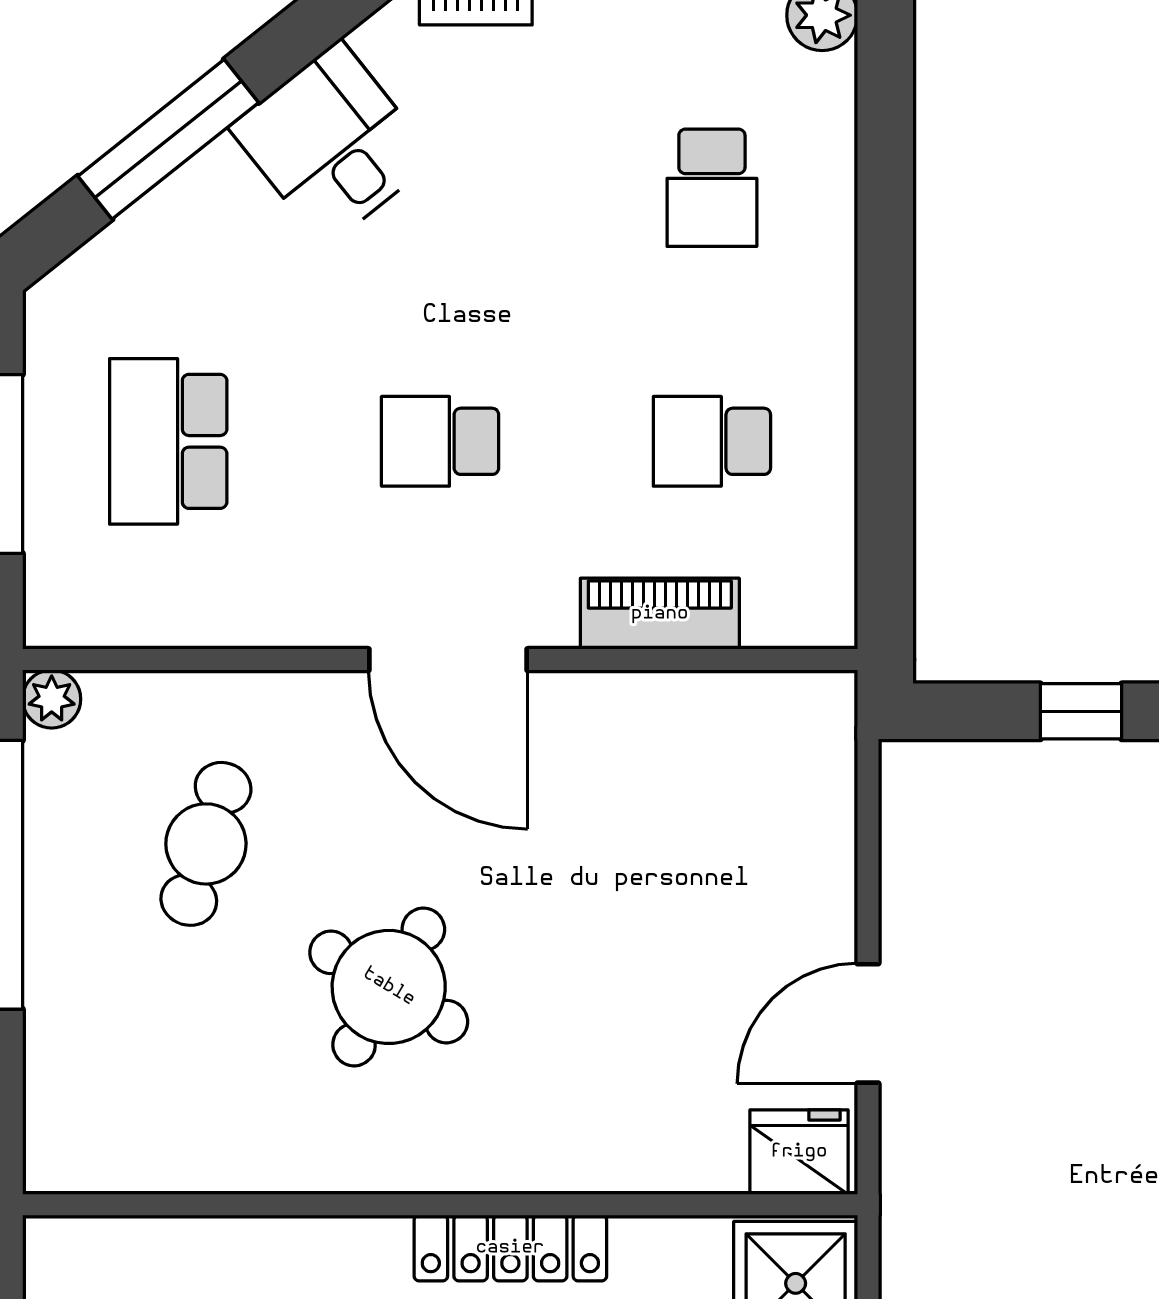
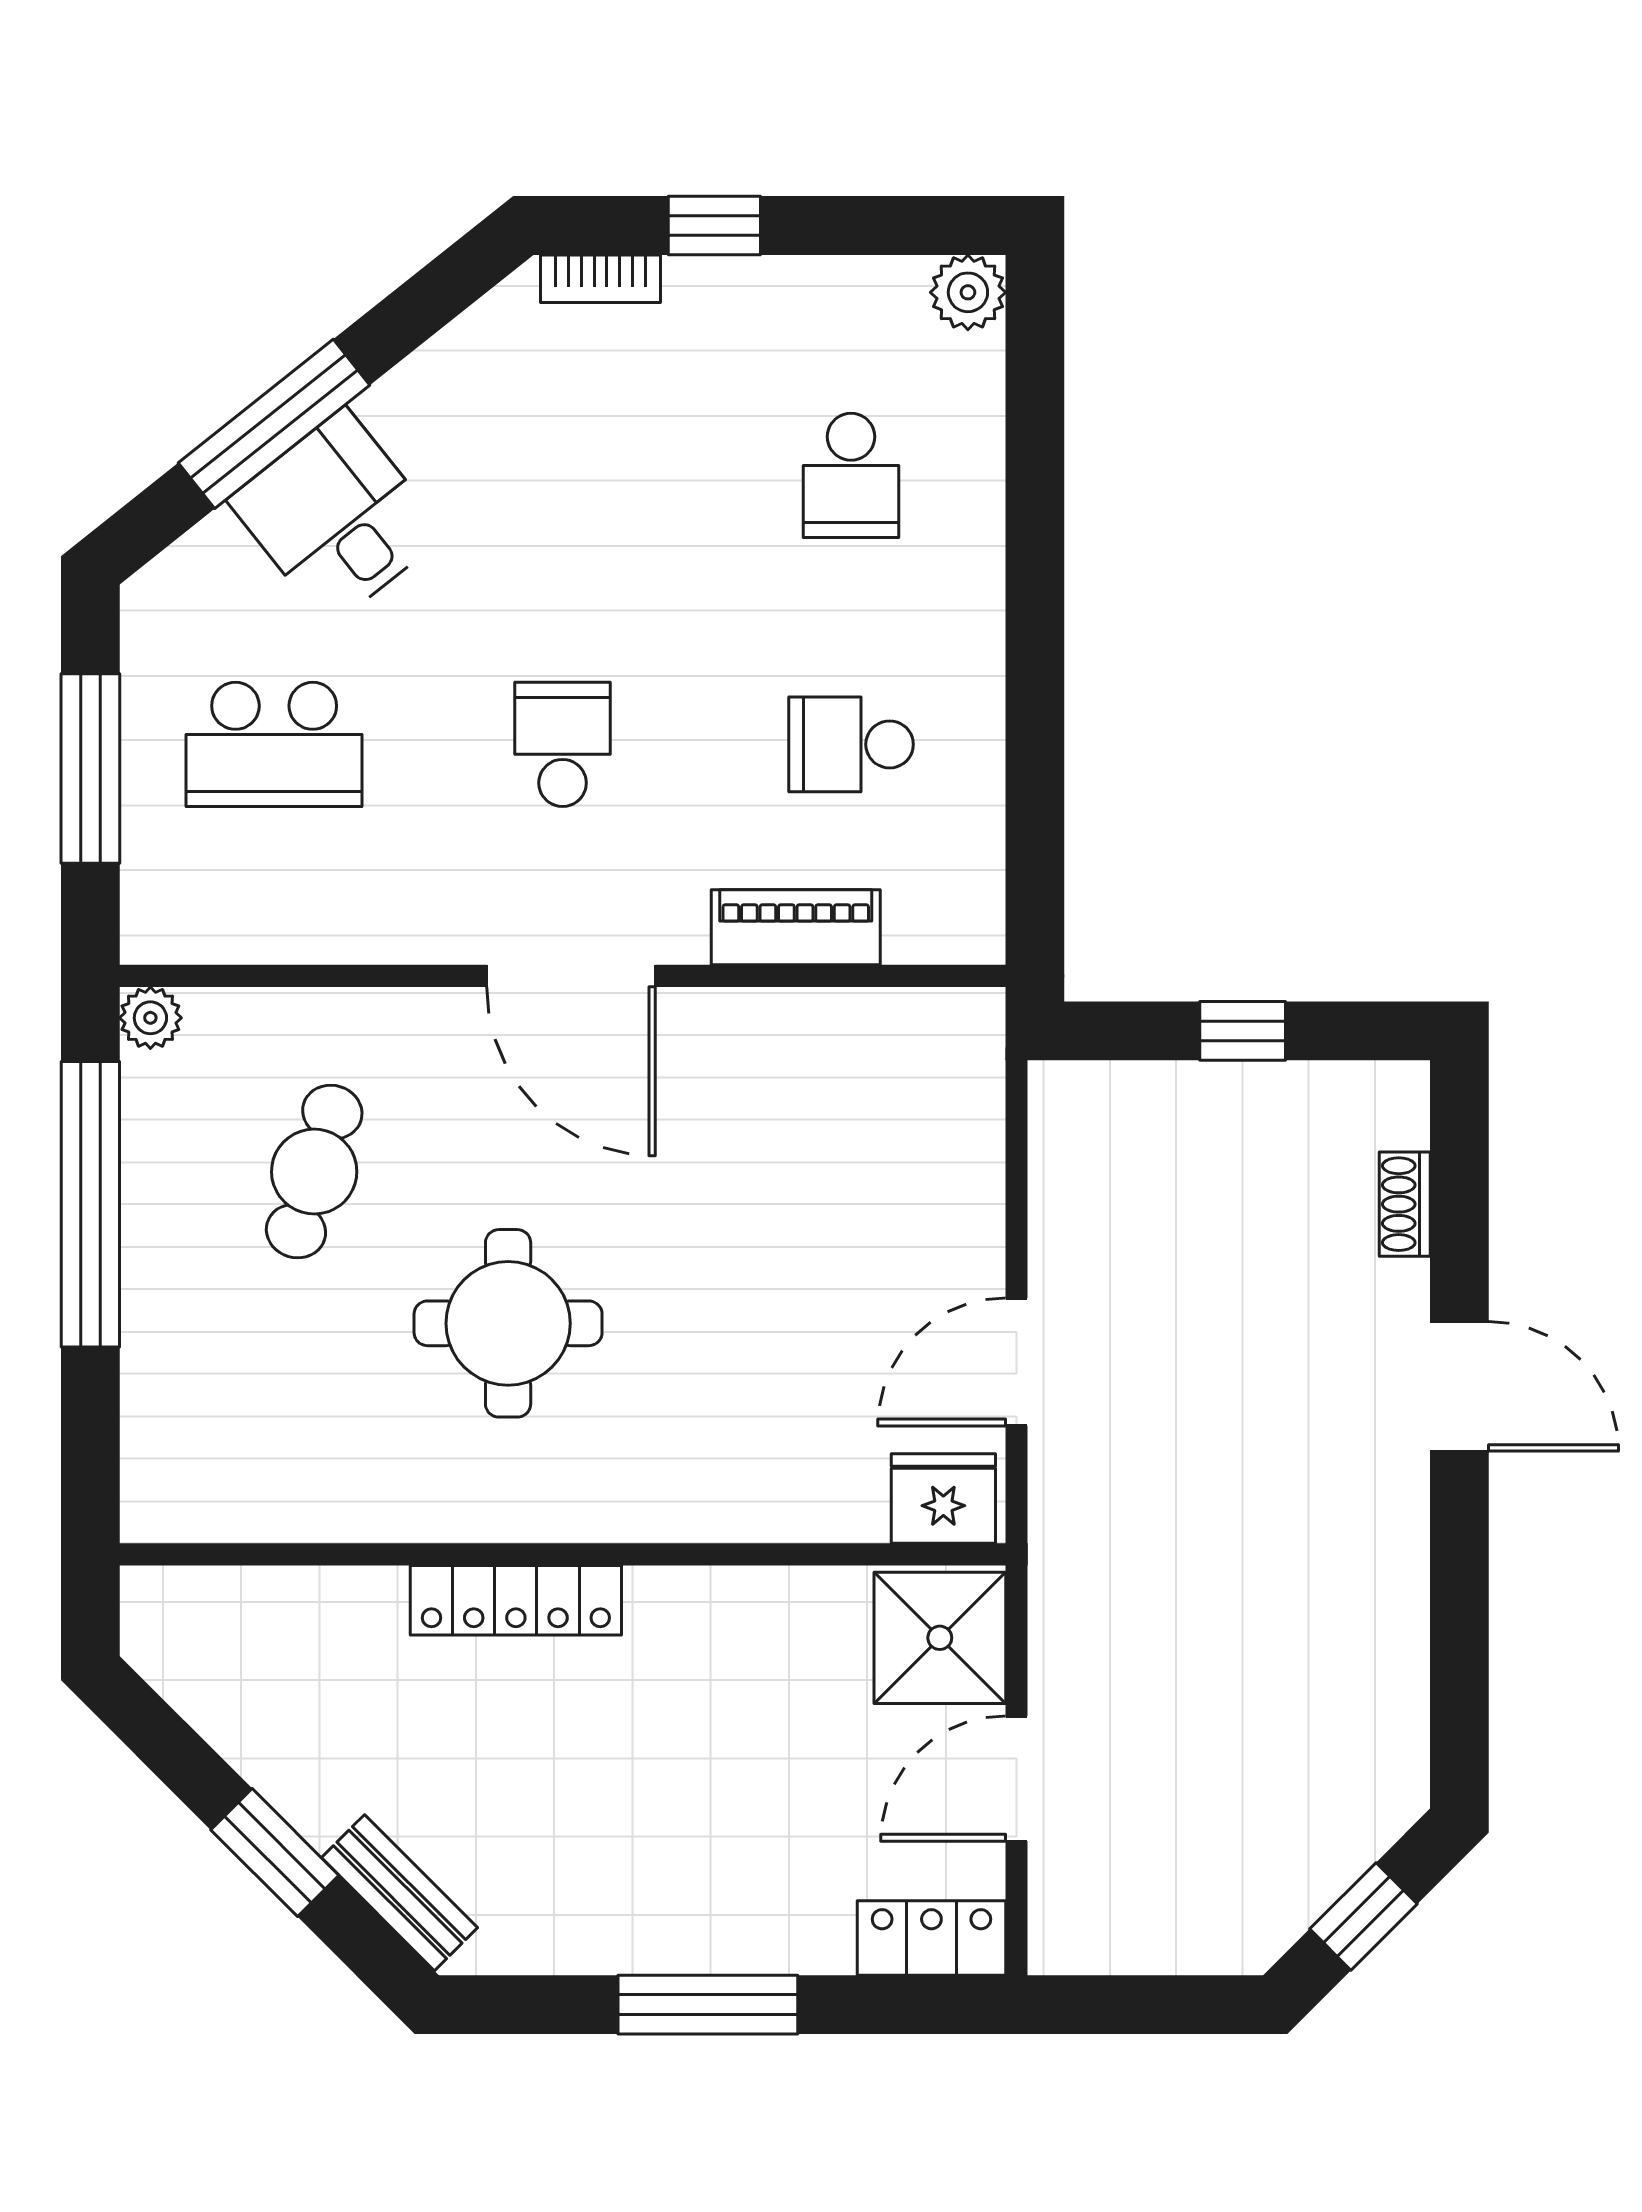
desk: (332, 144) -> (337, 517), moved
school desk: (168, 441) -> (274, 744), turned -90
school desk: (440, 441) -> (563, 744), turned 90
round table: (389, 987) -> (508, 1323), turned -31
locker: (510, 1248) -> (516, 1600), moved

